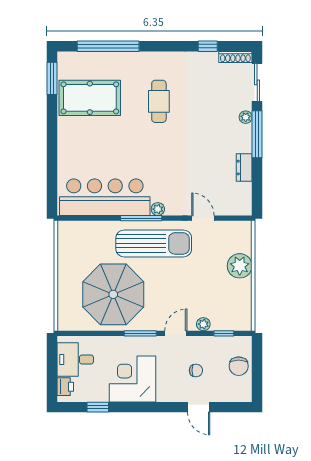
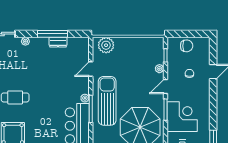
window: (257, 134) -> (53, 34), moved
plant: (240, 266) -> (106, 45), moved
door: (176, 333) -> (165, 86), hinge flipped
corner desk: (132, 379) -> (182, 117), moved, turned 180

